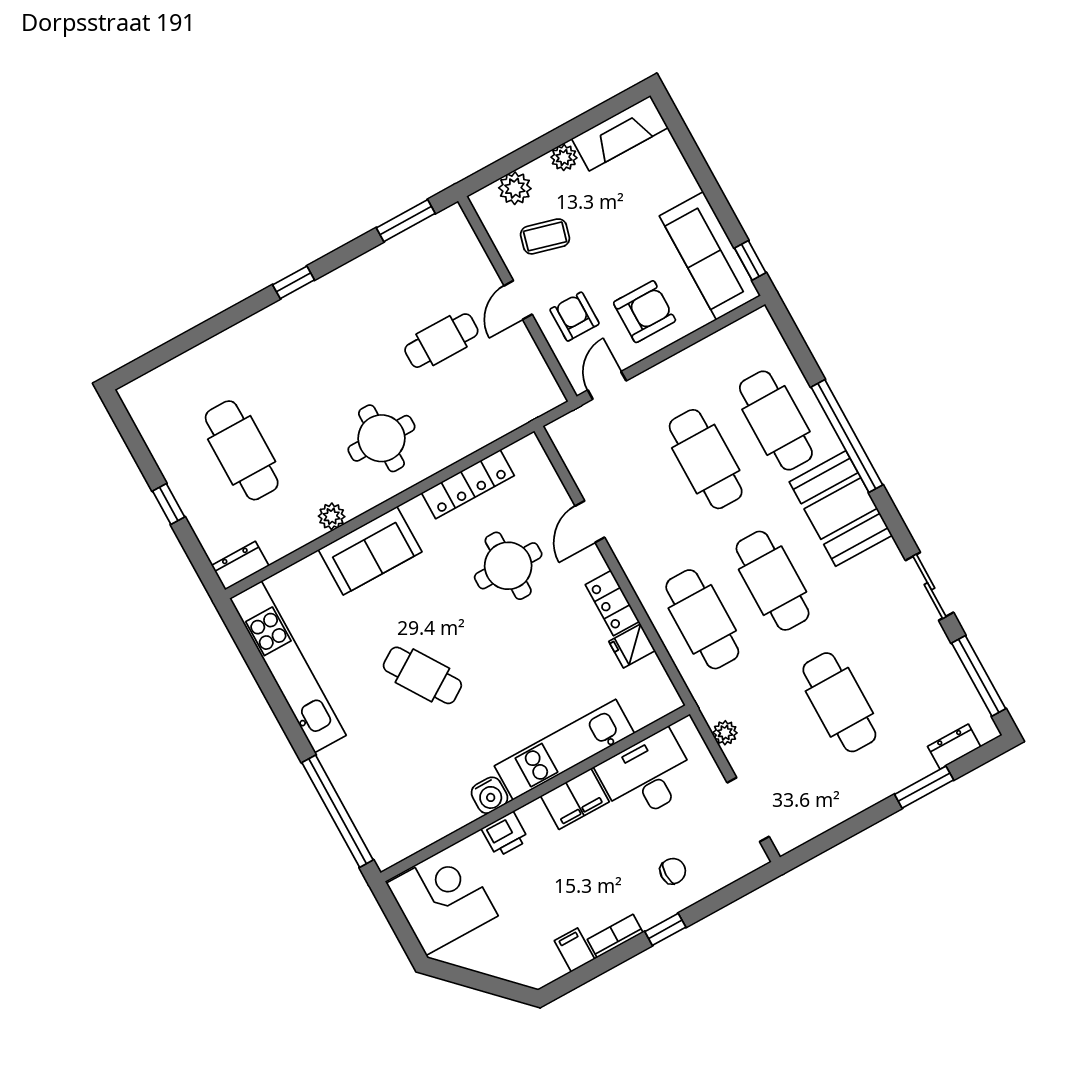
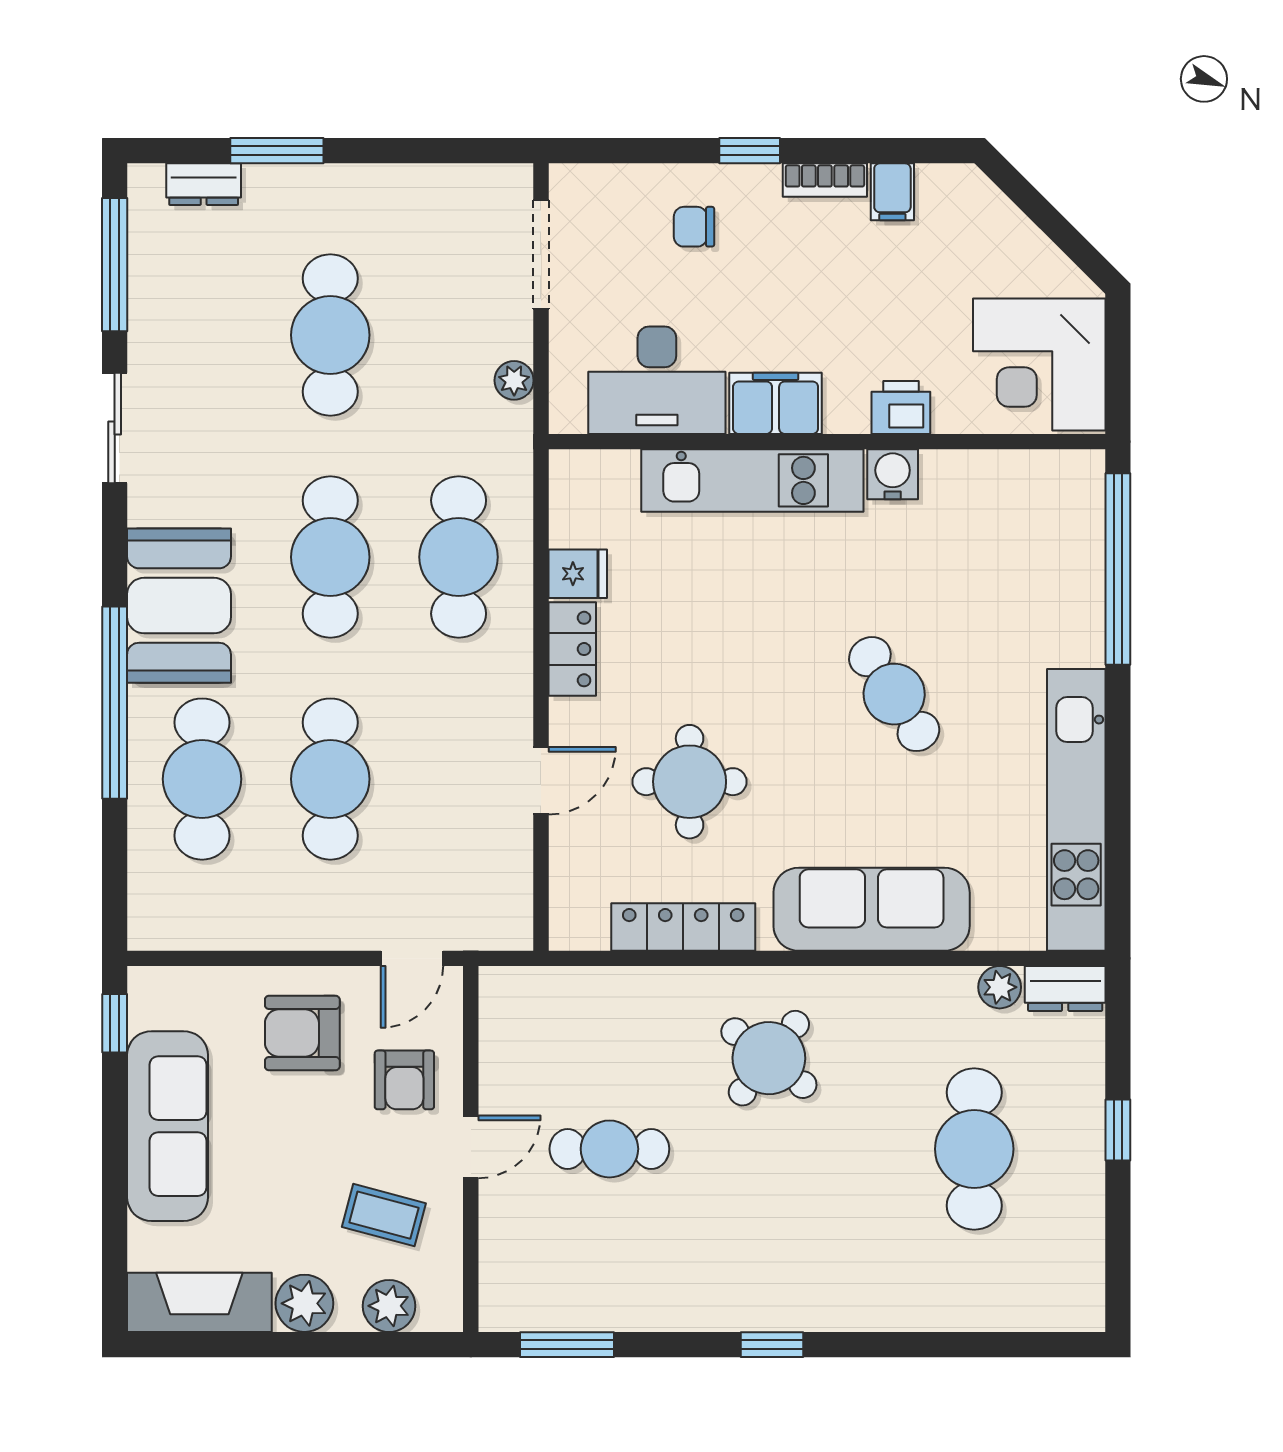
plant: (564, 157) -> (304, 1303), width x1.38, depth x1.38
sofa: (710, 256) -> (168, 1126), moved
round table: (381, 438) -> (769, 1058), turned 38
plant: (332, 516) -> (1000, 987), moved
sofa: (370, 551) -> (872, 909), width x1.36

